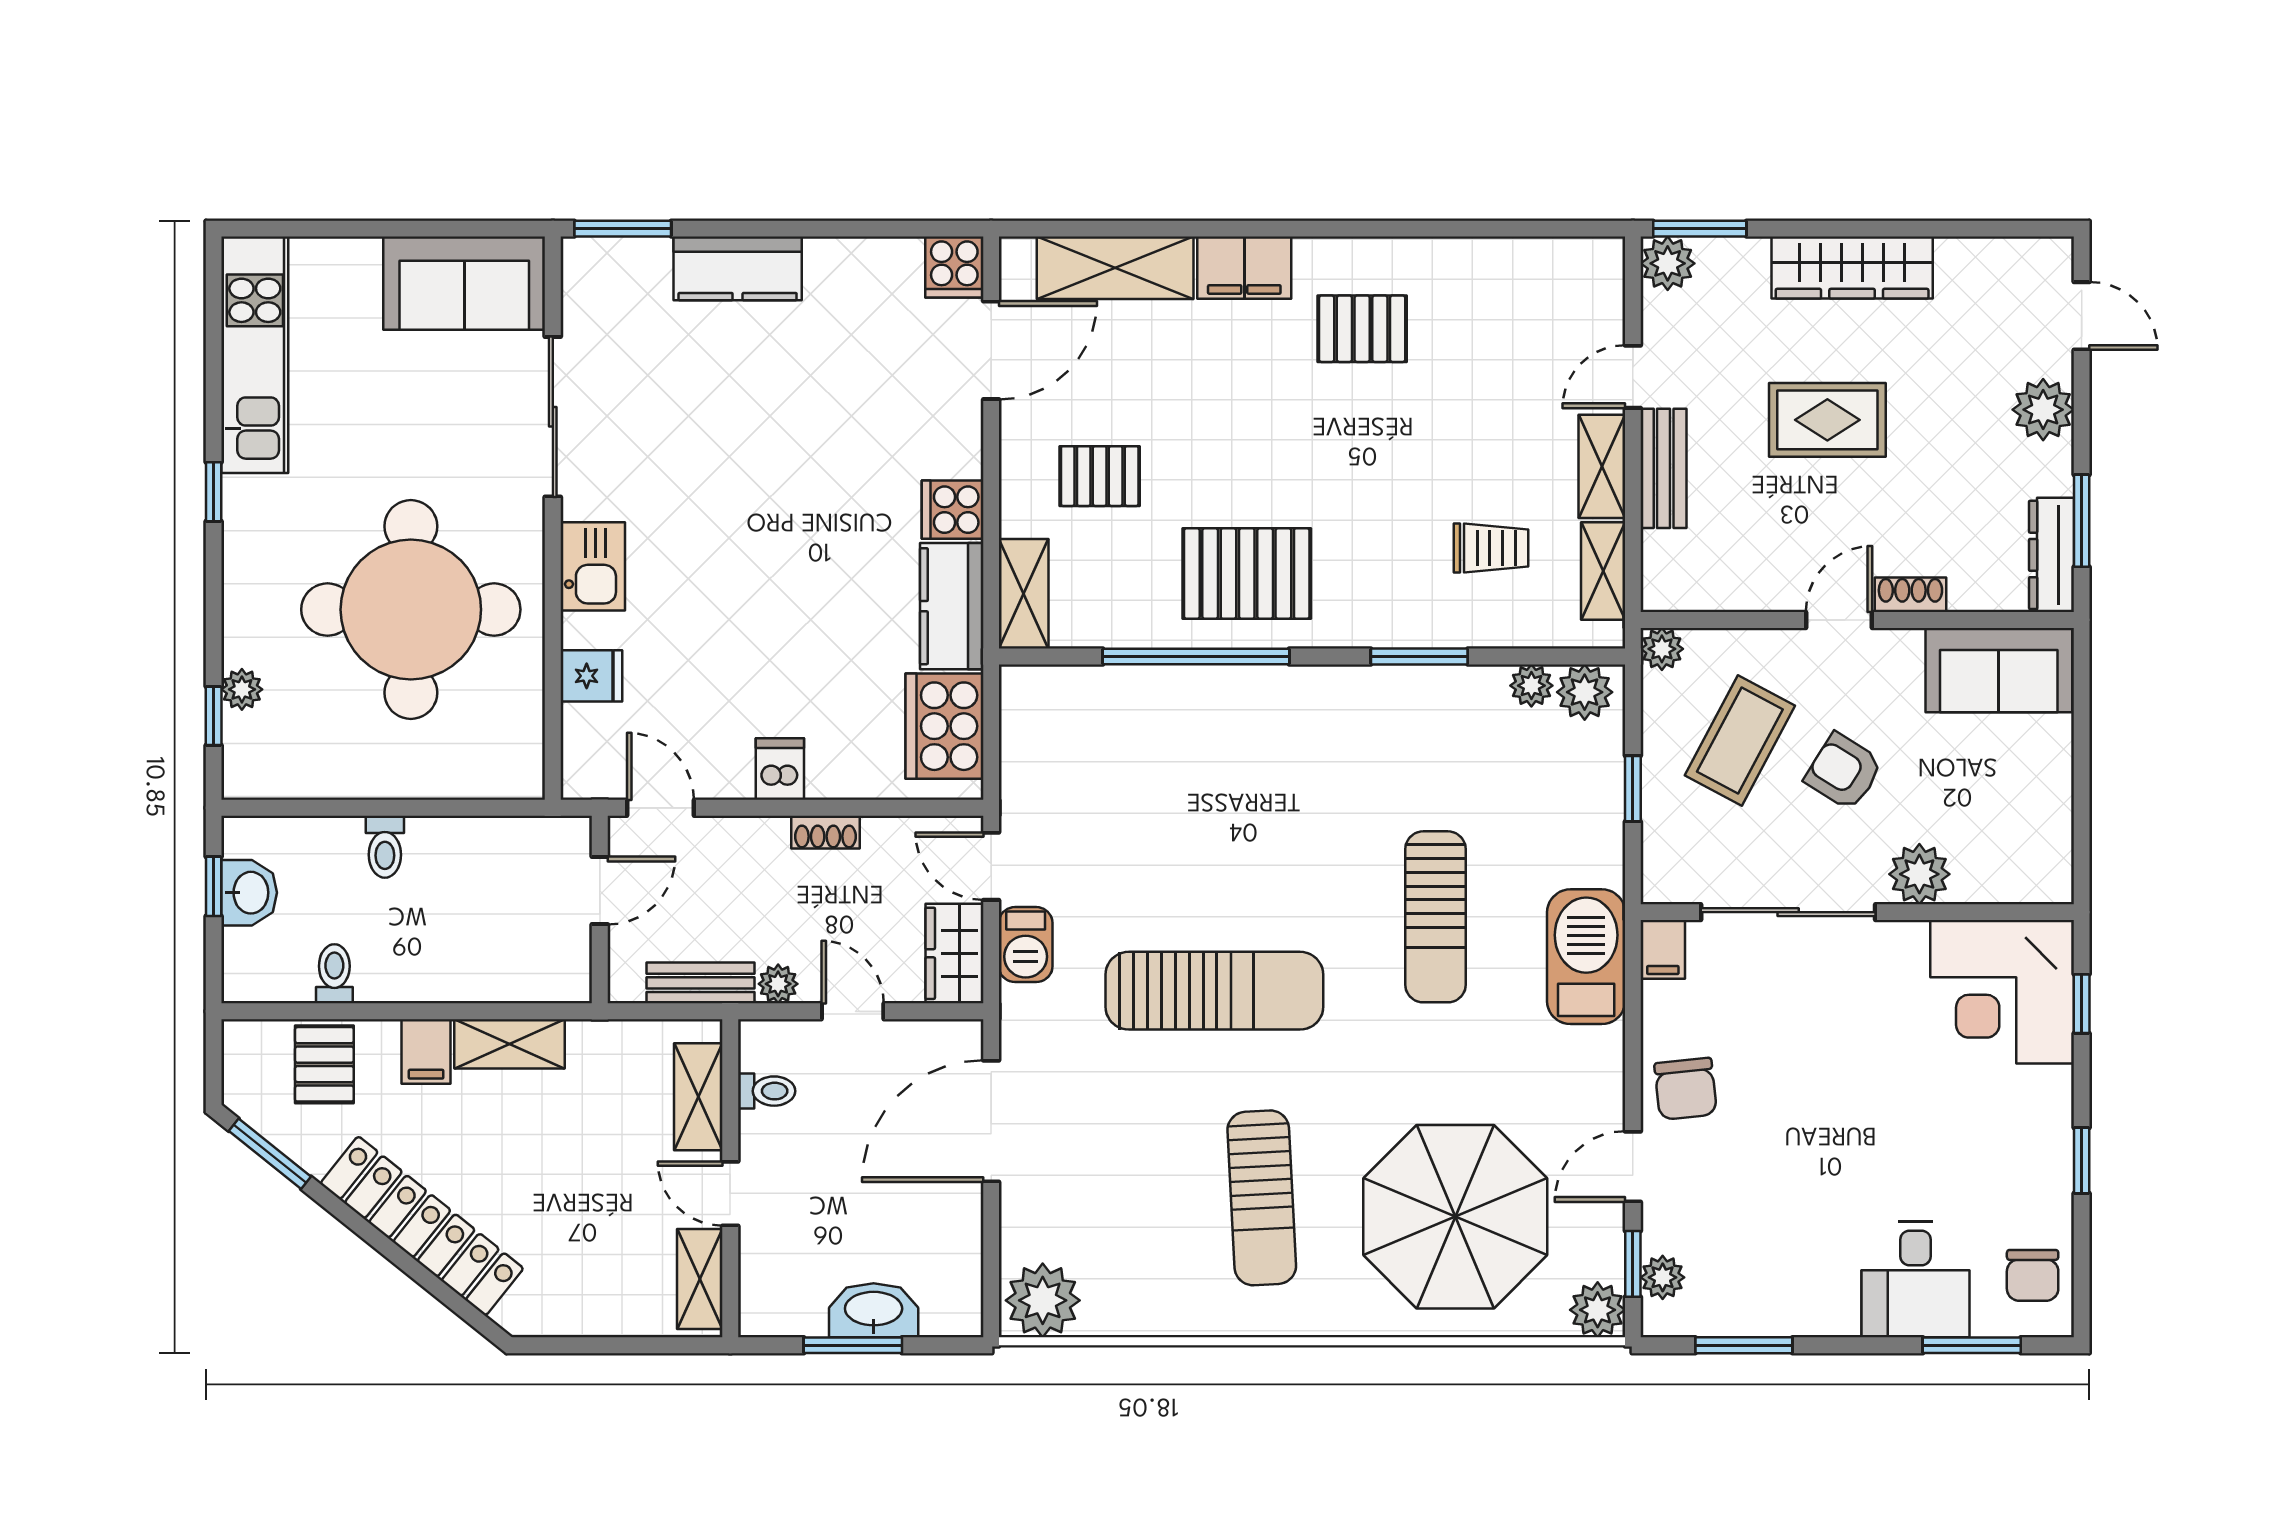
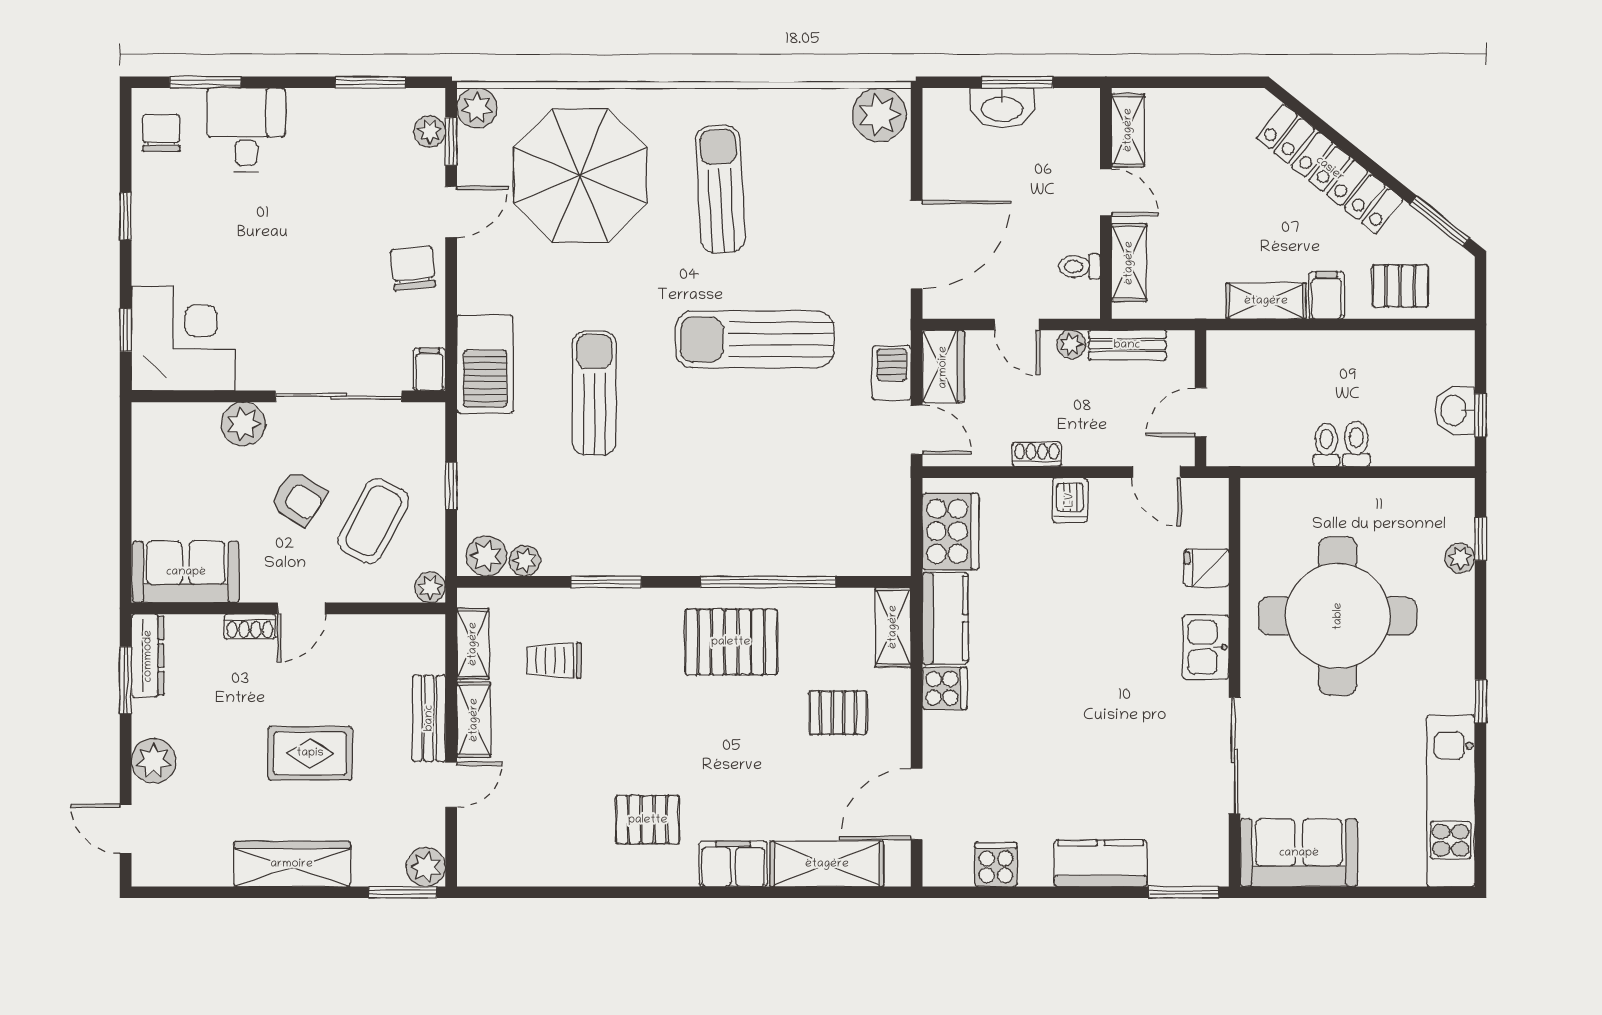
cooker: (954, 267) -> (996, 864), moved
toilet: (334, 974) -> (1326, 445), moved, turned 180
pallet: (324, 1064) -> (1400, 286), turned 90

